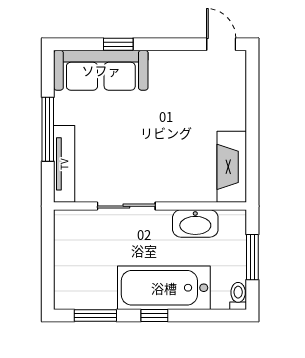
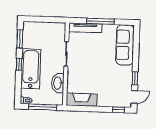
window: (118, 44) -> (135, 78), moved
window: (252, 80) -> (118, 110), added
window: (252, 257) -> (43, 107), width x1.44

